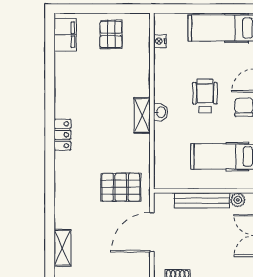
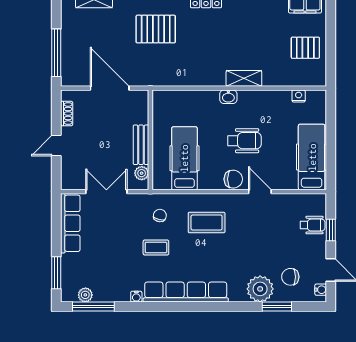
shelving: (142, 115) -> (244, 78), moved
pallet: (121, 187) -> (156, 29), moved, turned 90
bench: (202, 200) -> (141, 145), width x0.73

